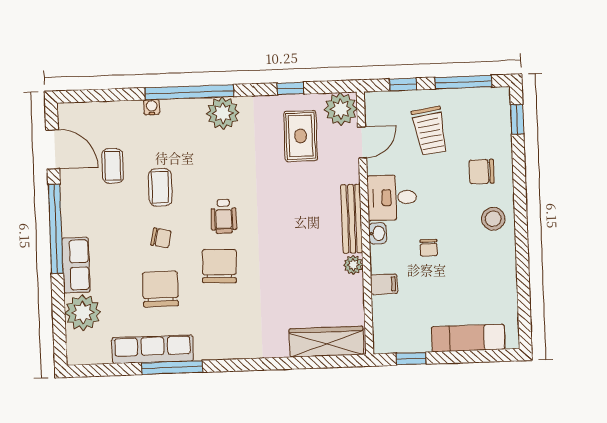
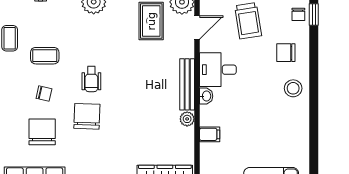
coffee table: (160, 187) -> (45, 56), turned 90
chair: (429, 248) -> (298, 14), moved

